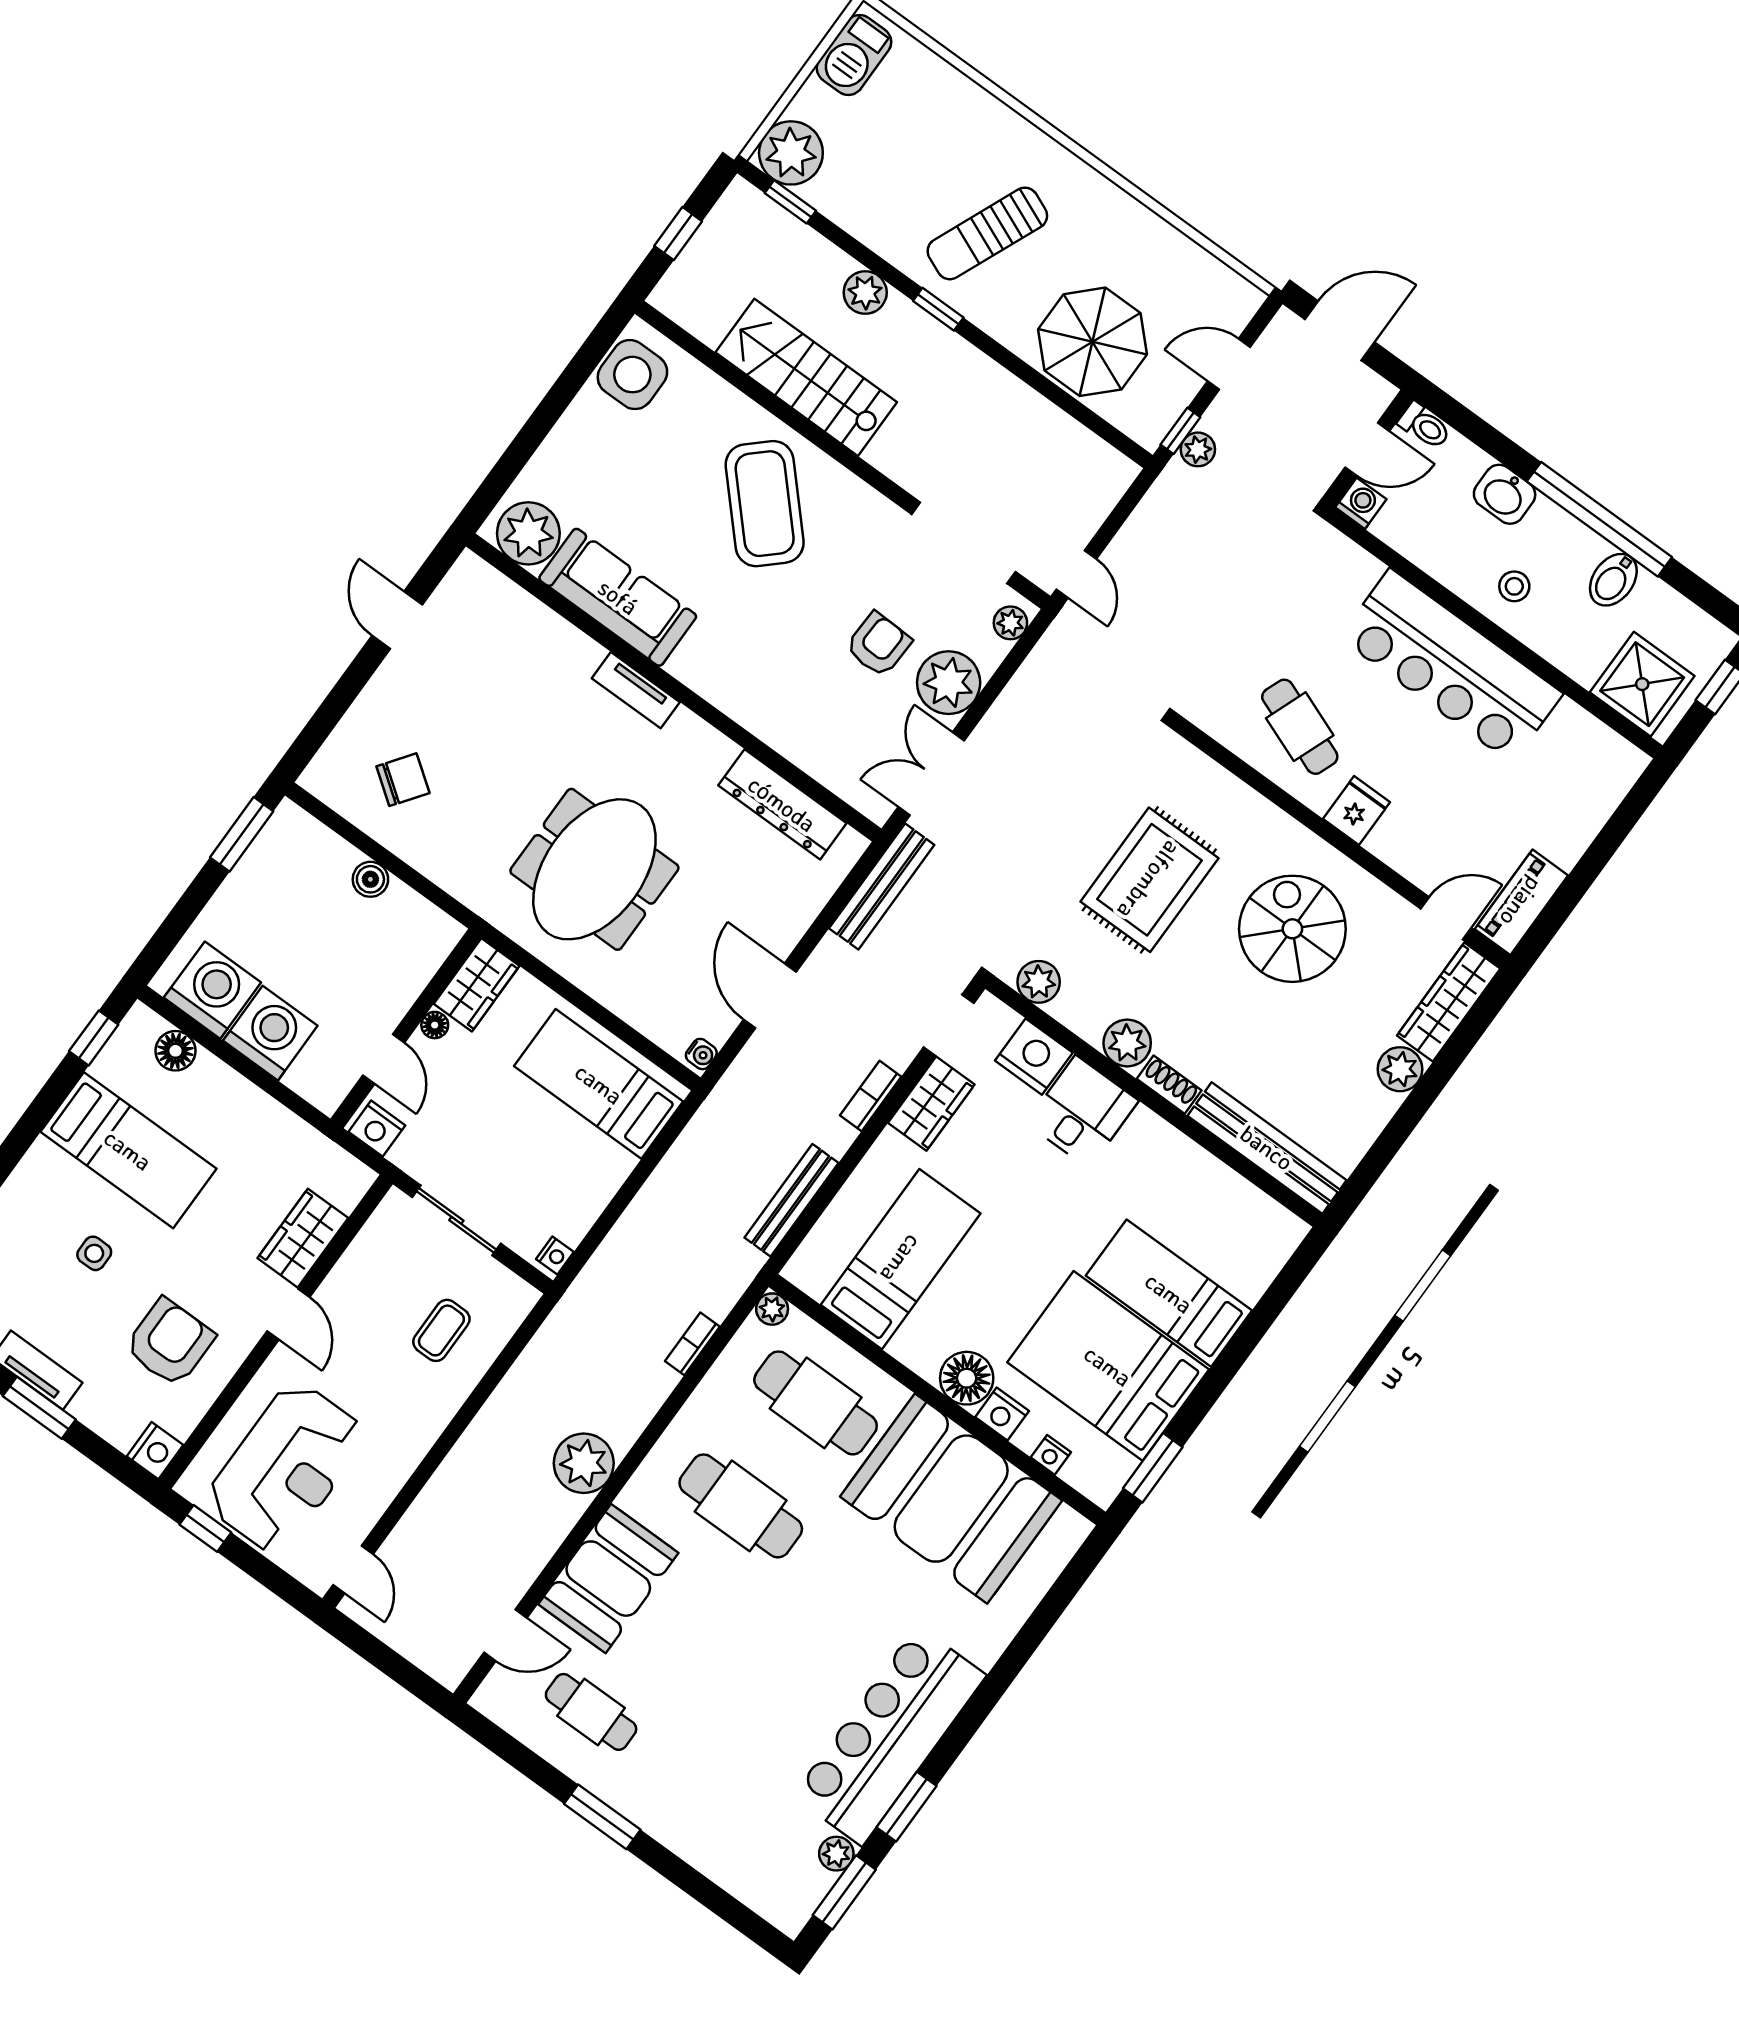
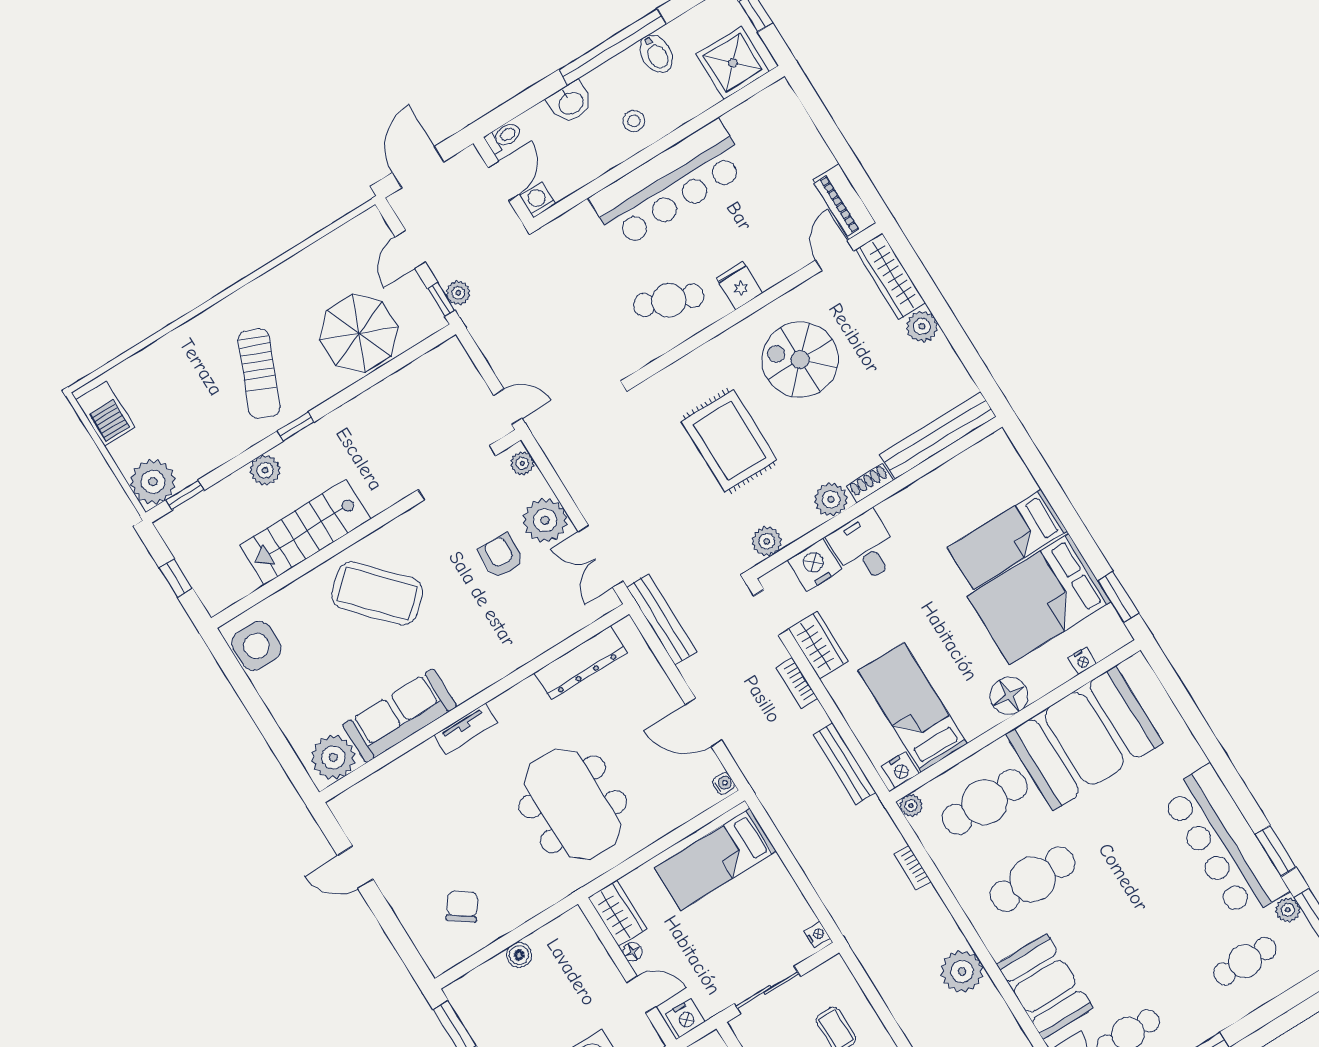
nightstand: (1002, 1414) -> (900, 770), moved
cafe table: (747, 1825) -> (1245, 961), added

